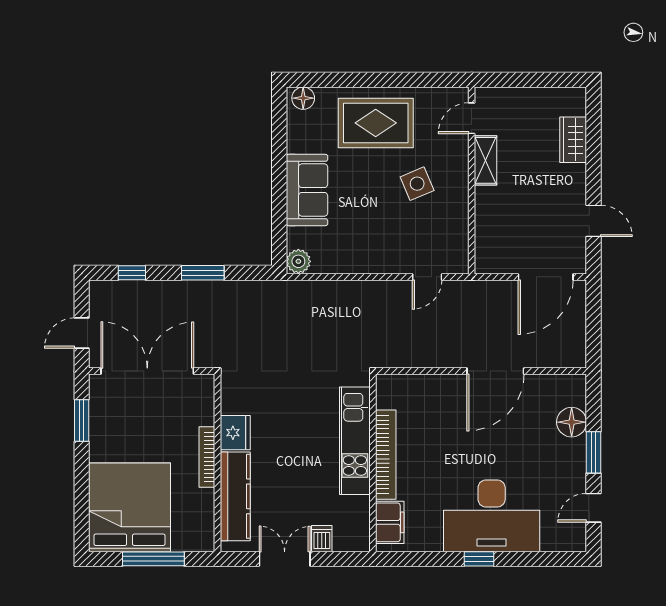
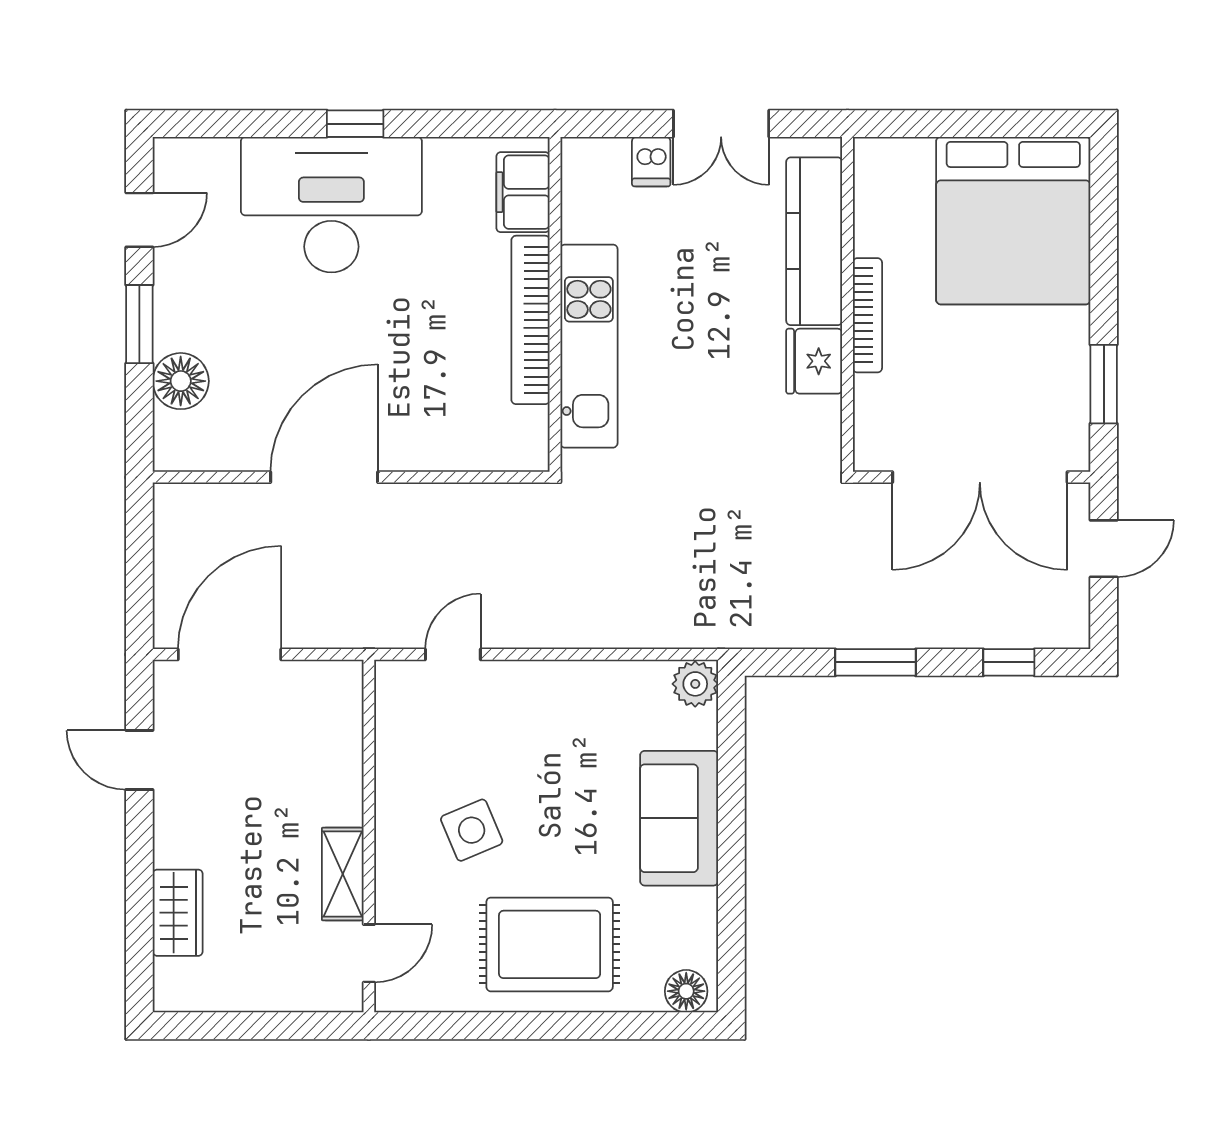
window: (153, 559) -> (968, 124), removed

